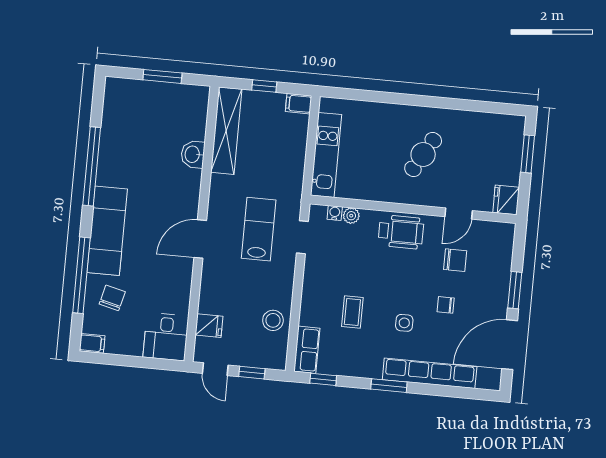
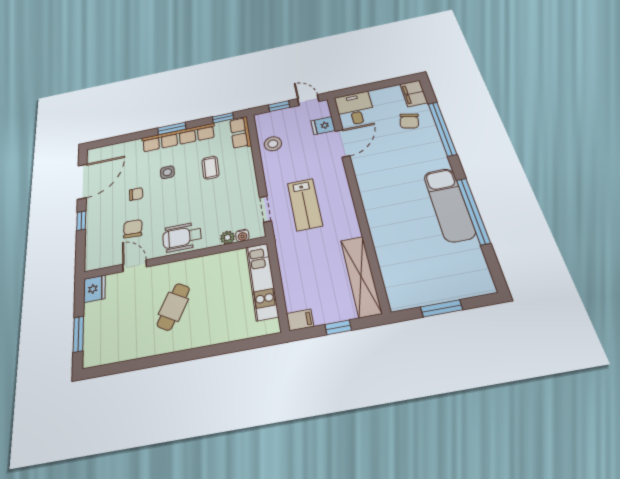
washbasin: (193, 154) -> (384, 247), removed
door: (459, 214) -> (135, 266), hinge flipped
exam couch: (107, 231) -> (449, 204), moved
door: (200, 239) -> (342, 143), moved
chair: (455, 260) -> (133, 229), turned 93
window: (515, 290) -> (81, 221), width x0.67
filing cabinet: (92, 343) -> (414, 93), width x2.00
row of seats: (430, 373) -> (178, 138), moved

